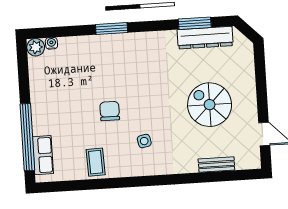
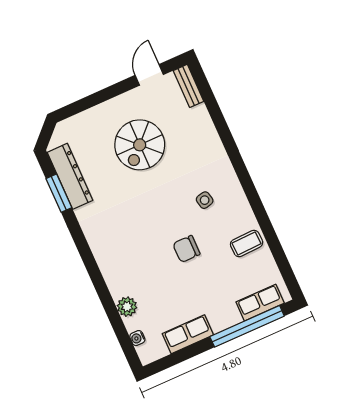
window: (112, 29) -> (98, 280), removed
plant: (36, 47) -> (127, 307), moved
row of seats: (39, 86) -> (188, 334), added
bench: (216, 165) -> (189, 86), moved

